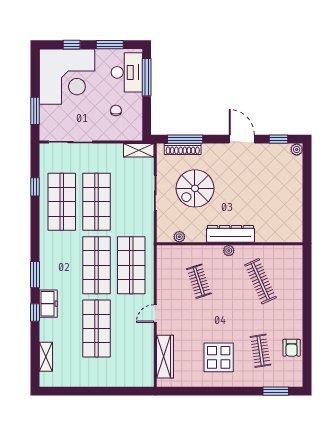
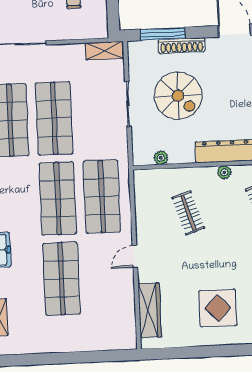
shoe rack: (183, 149) -> (182, 46), moved
spiral stairs: (195, 188) -> (178, 96), turned -90

